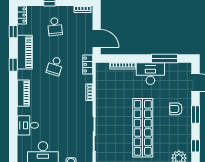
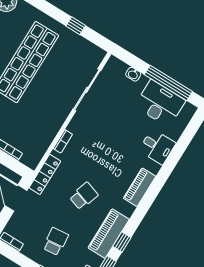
locker: (88, 64) -> (45, 174), width x1.53
window: (13, 65) -> (122, 242), moved

